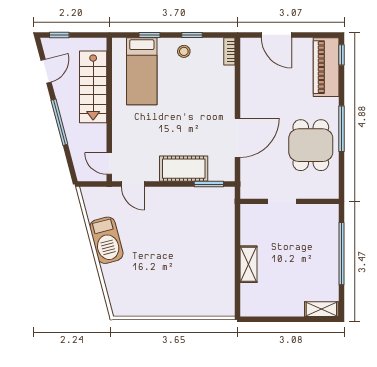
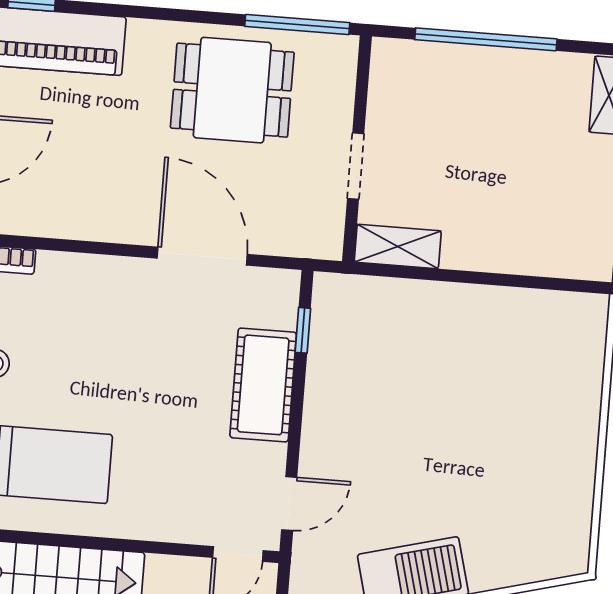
window: (342, 129) -> (297, 25), moved
window: (209, 184) -> (303, 330), width x0.67
shelving: (248, 264) -> (398, 247), moved

